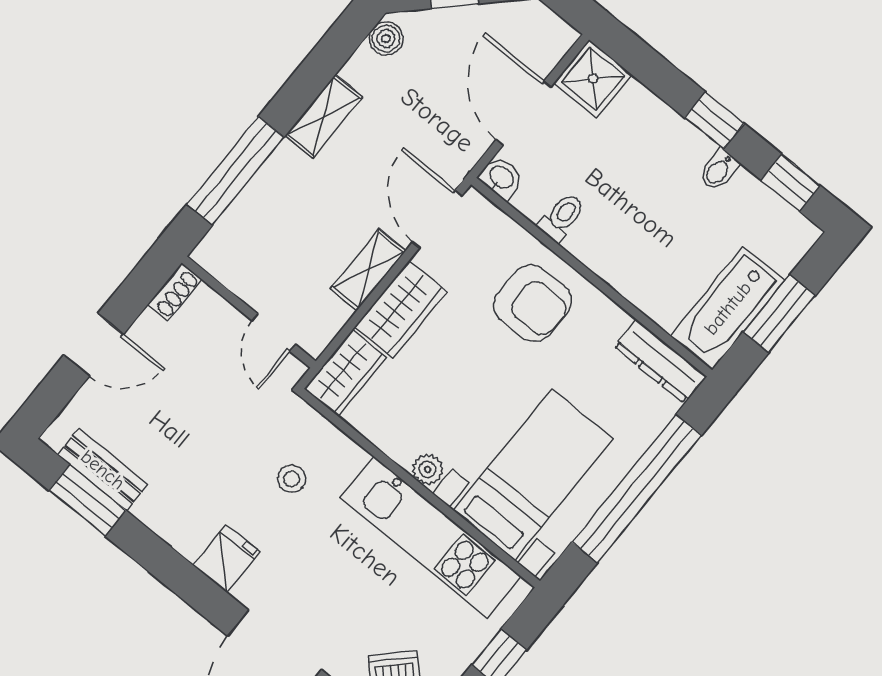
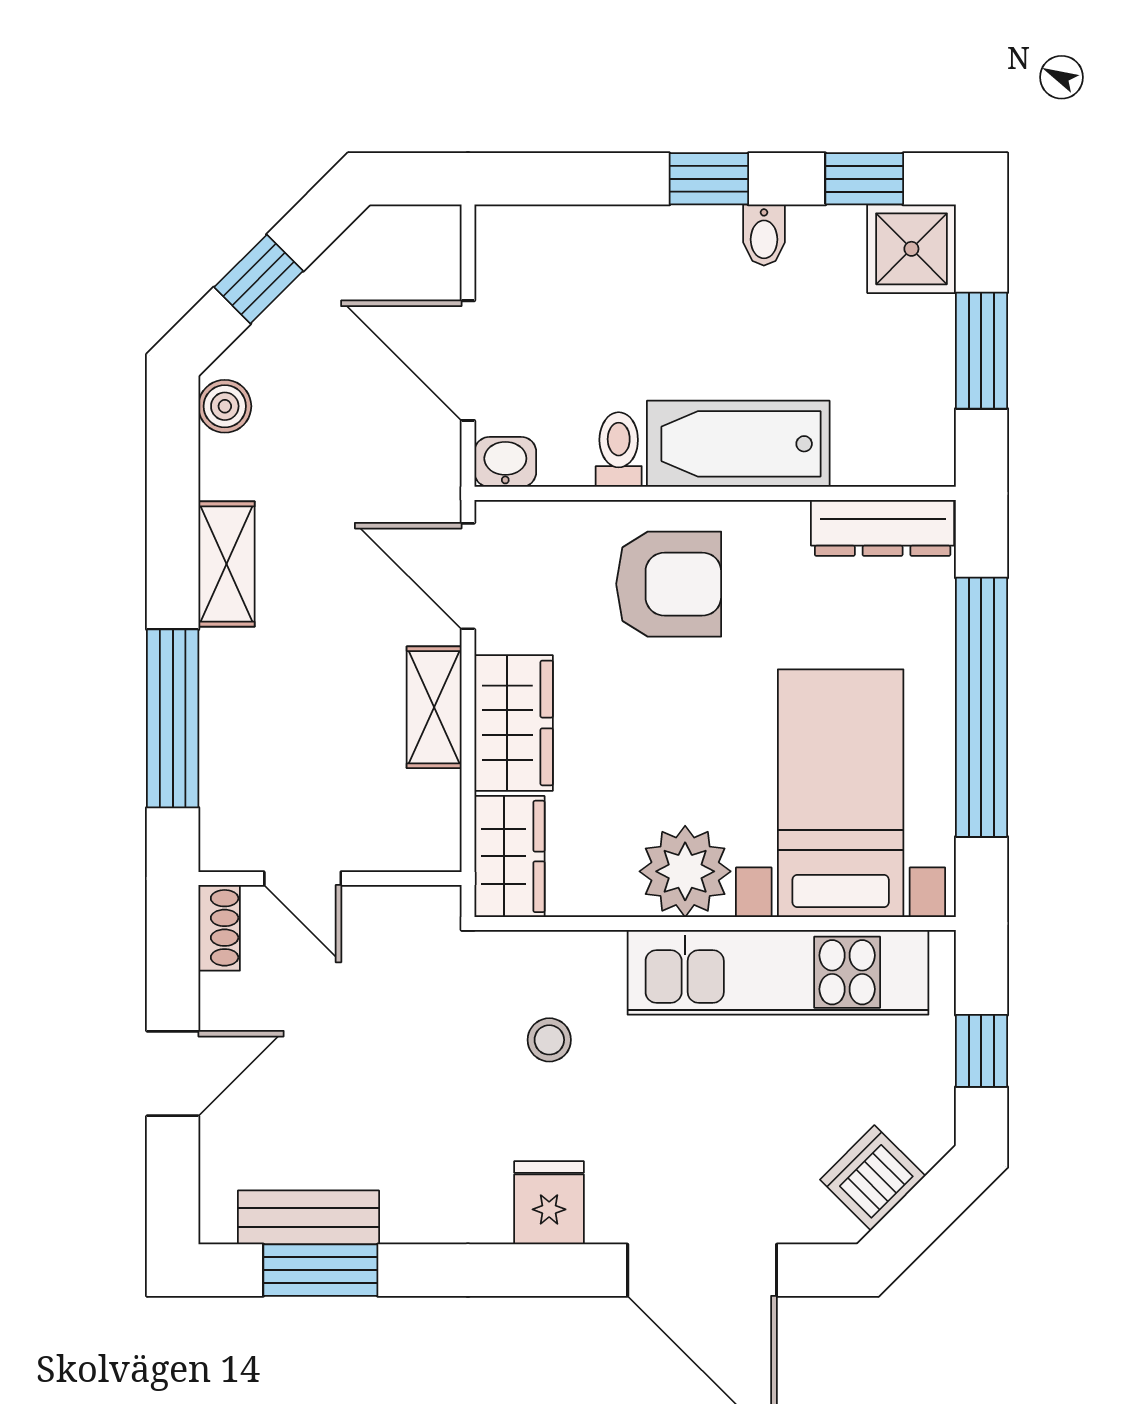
shower: (593, 79) -> (911, 249), moved
bathtub: (728, 308) -> (738, 444), moved, turned 90
door: (274, 333) -> (303, 879), moved
plant: (428, 470) -> (685, 871), width x1.88, depth x1.88

